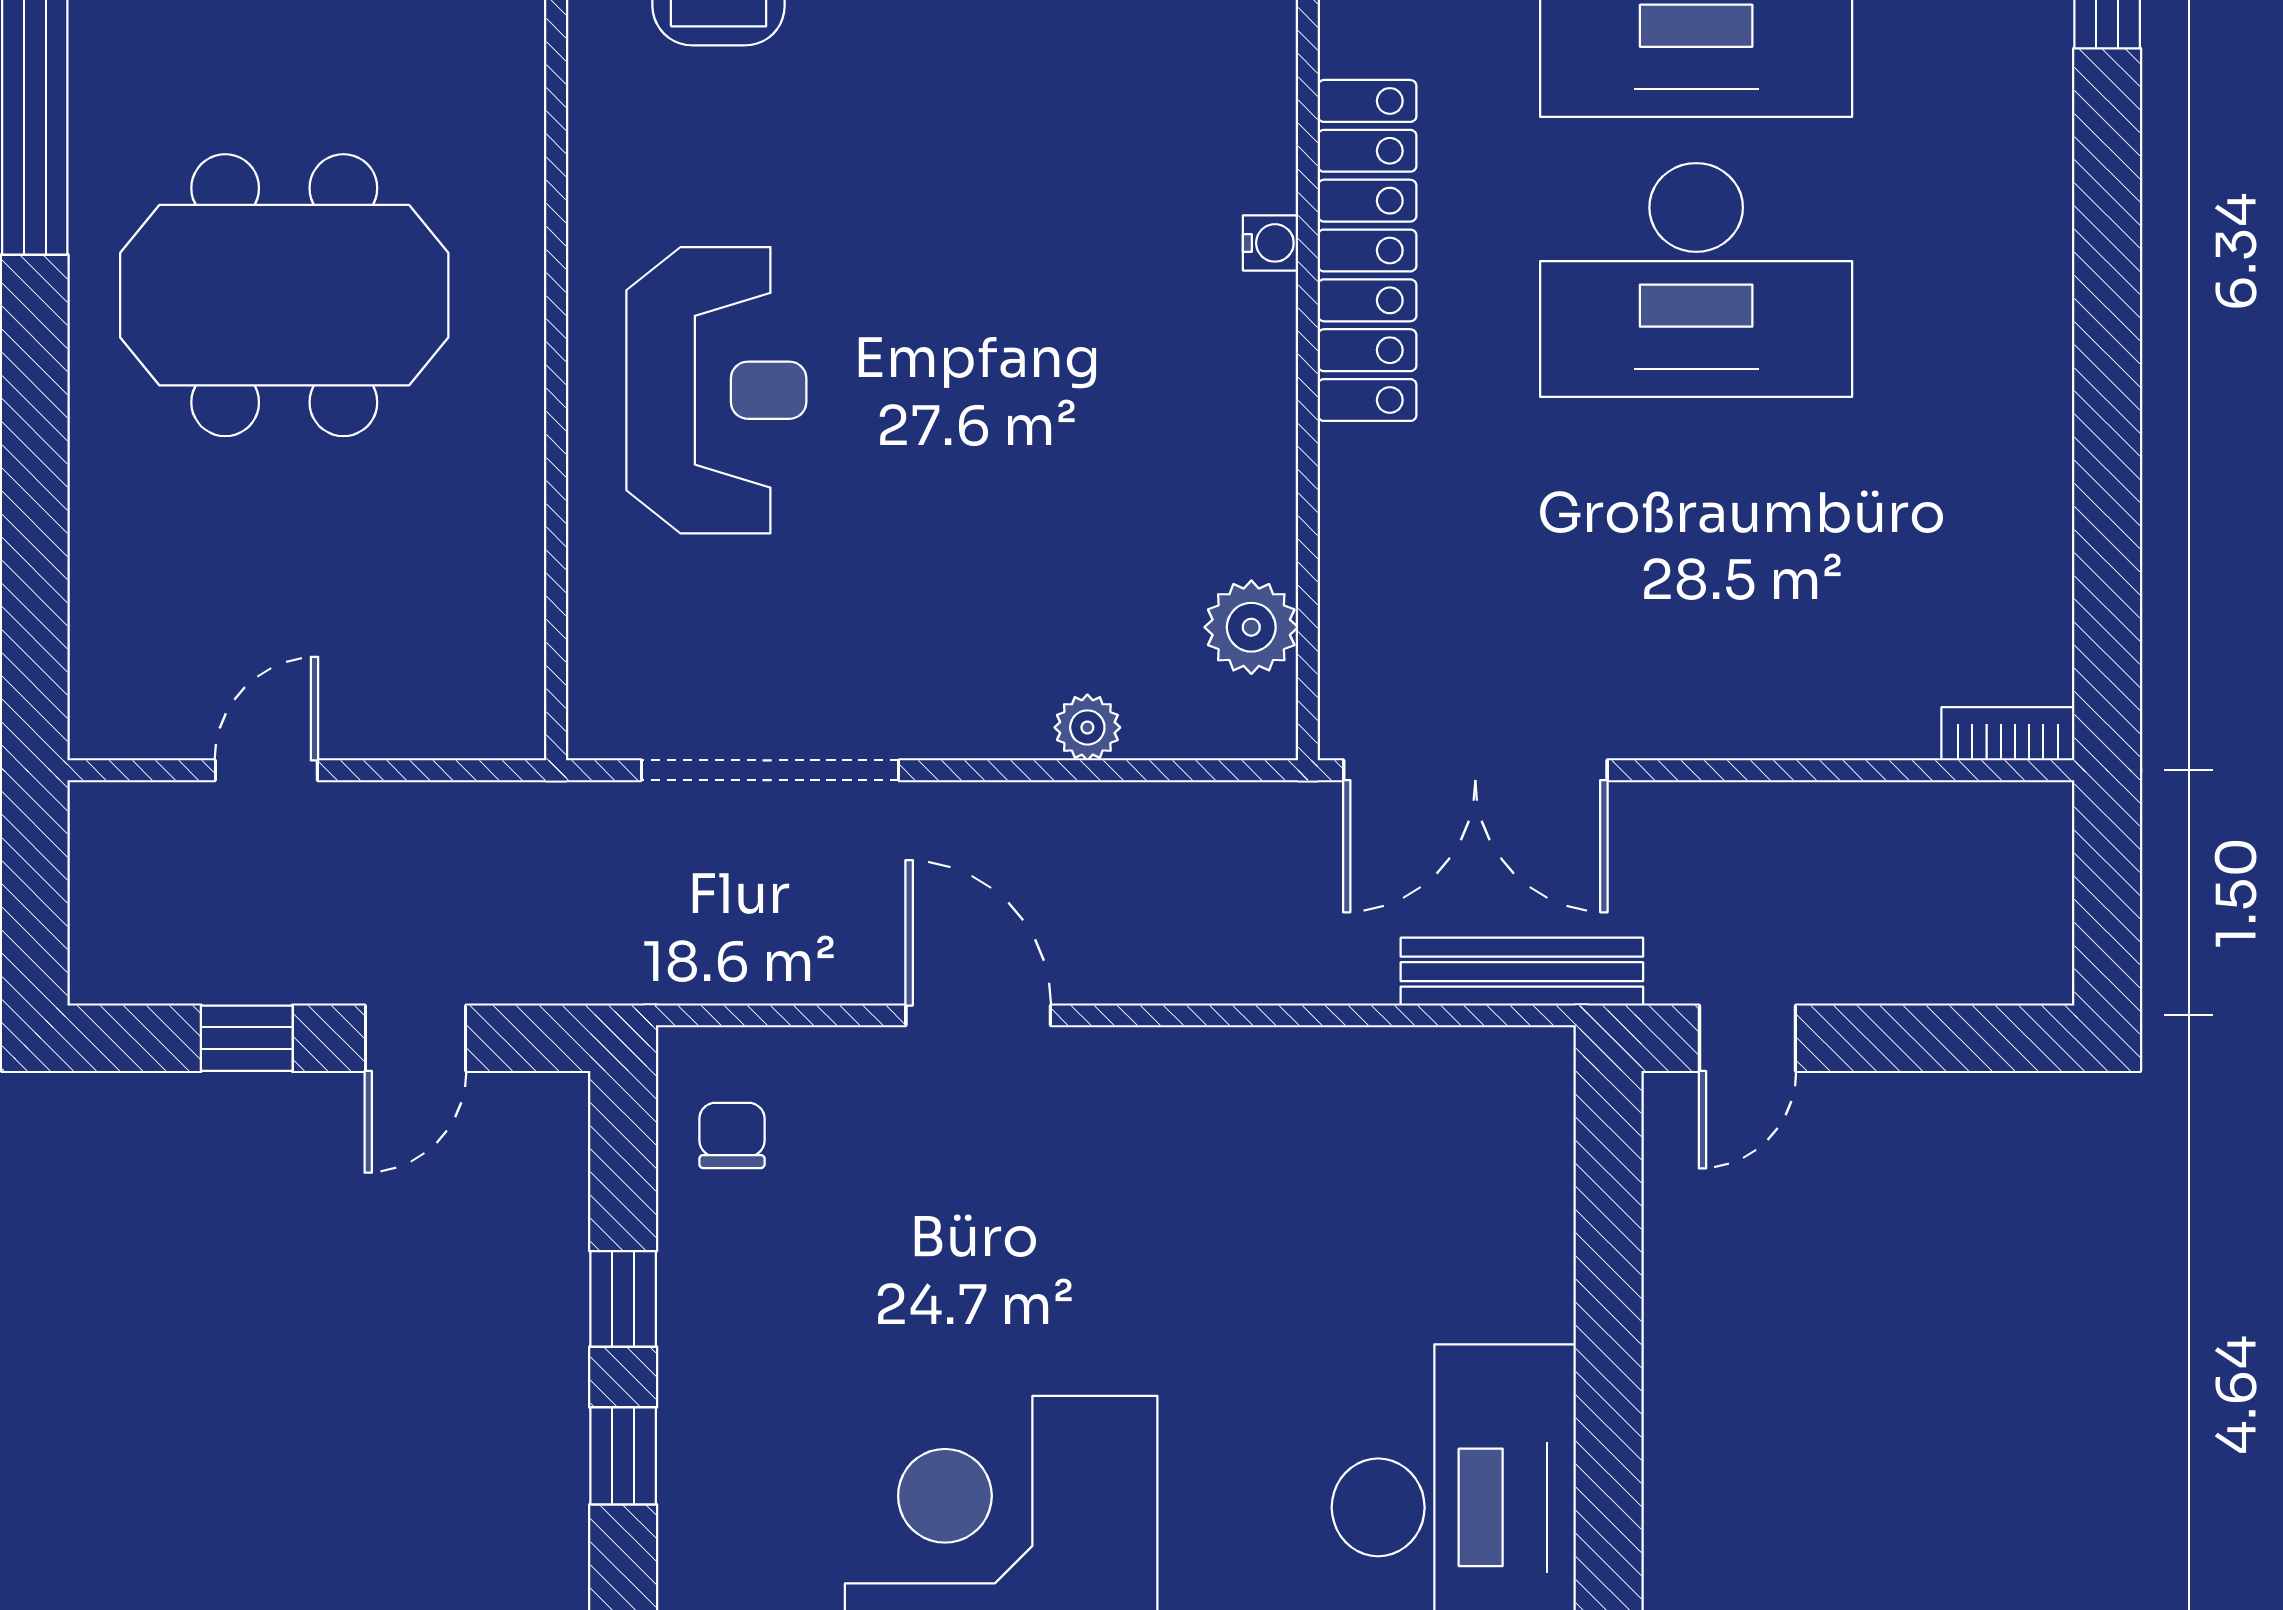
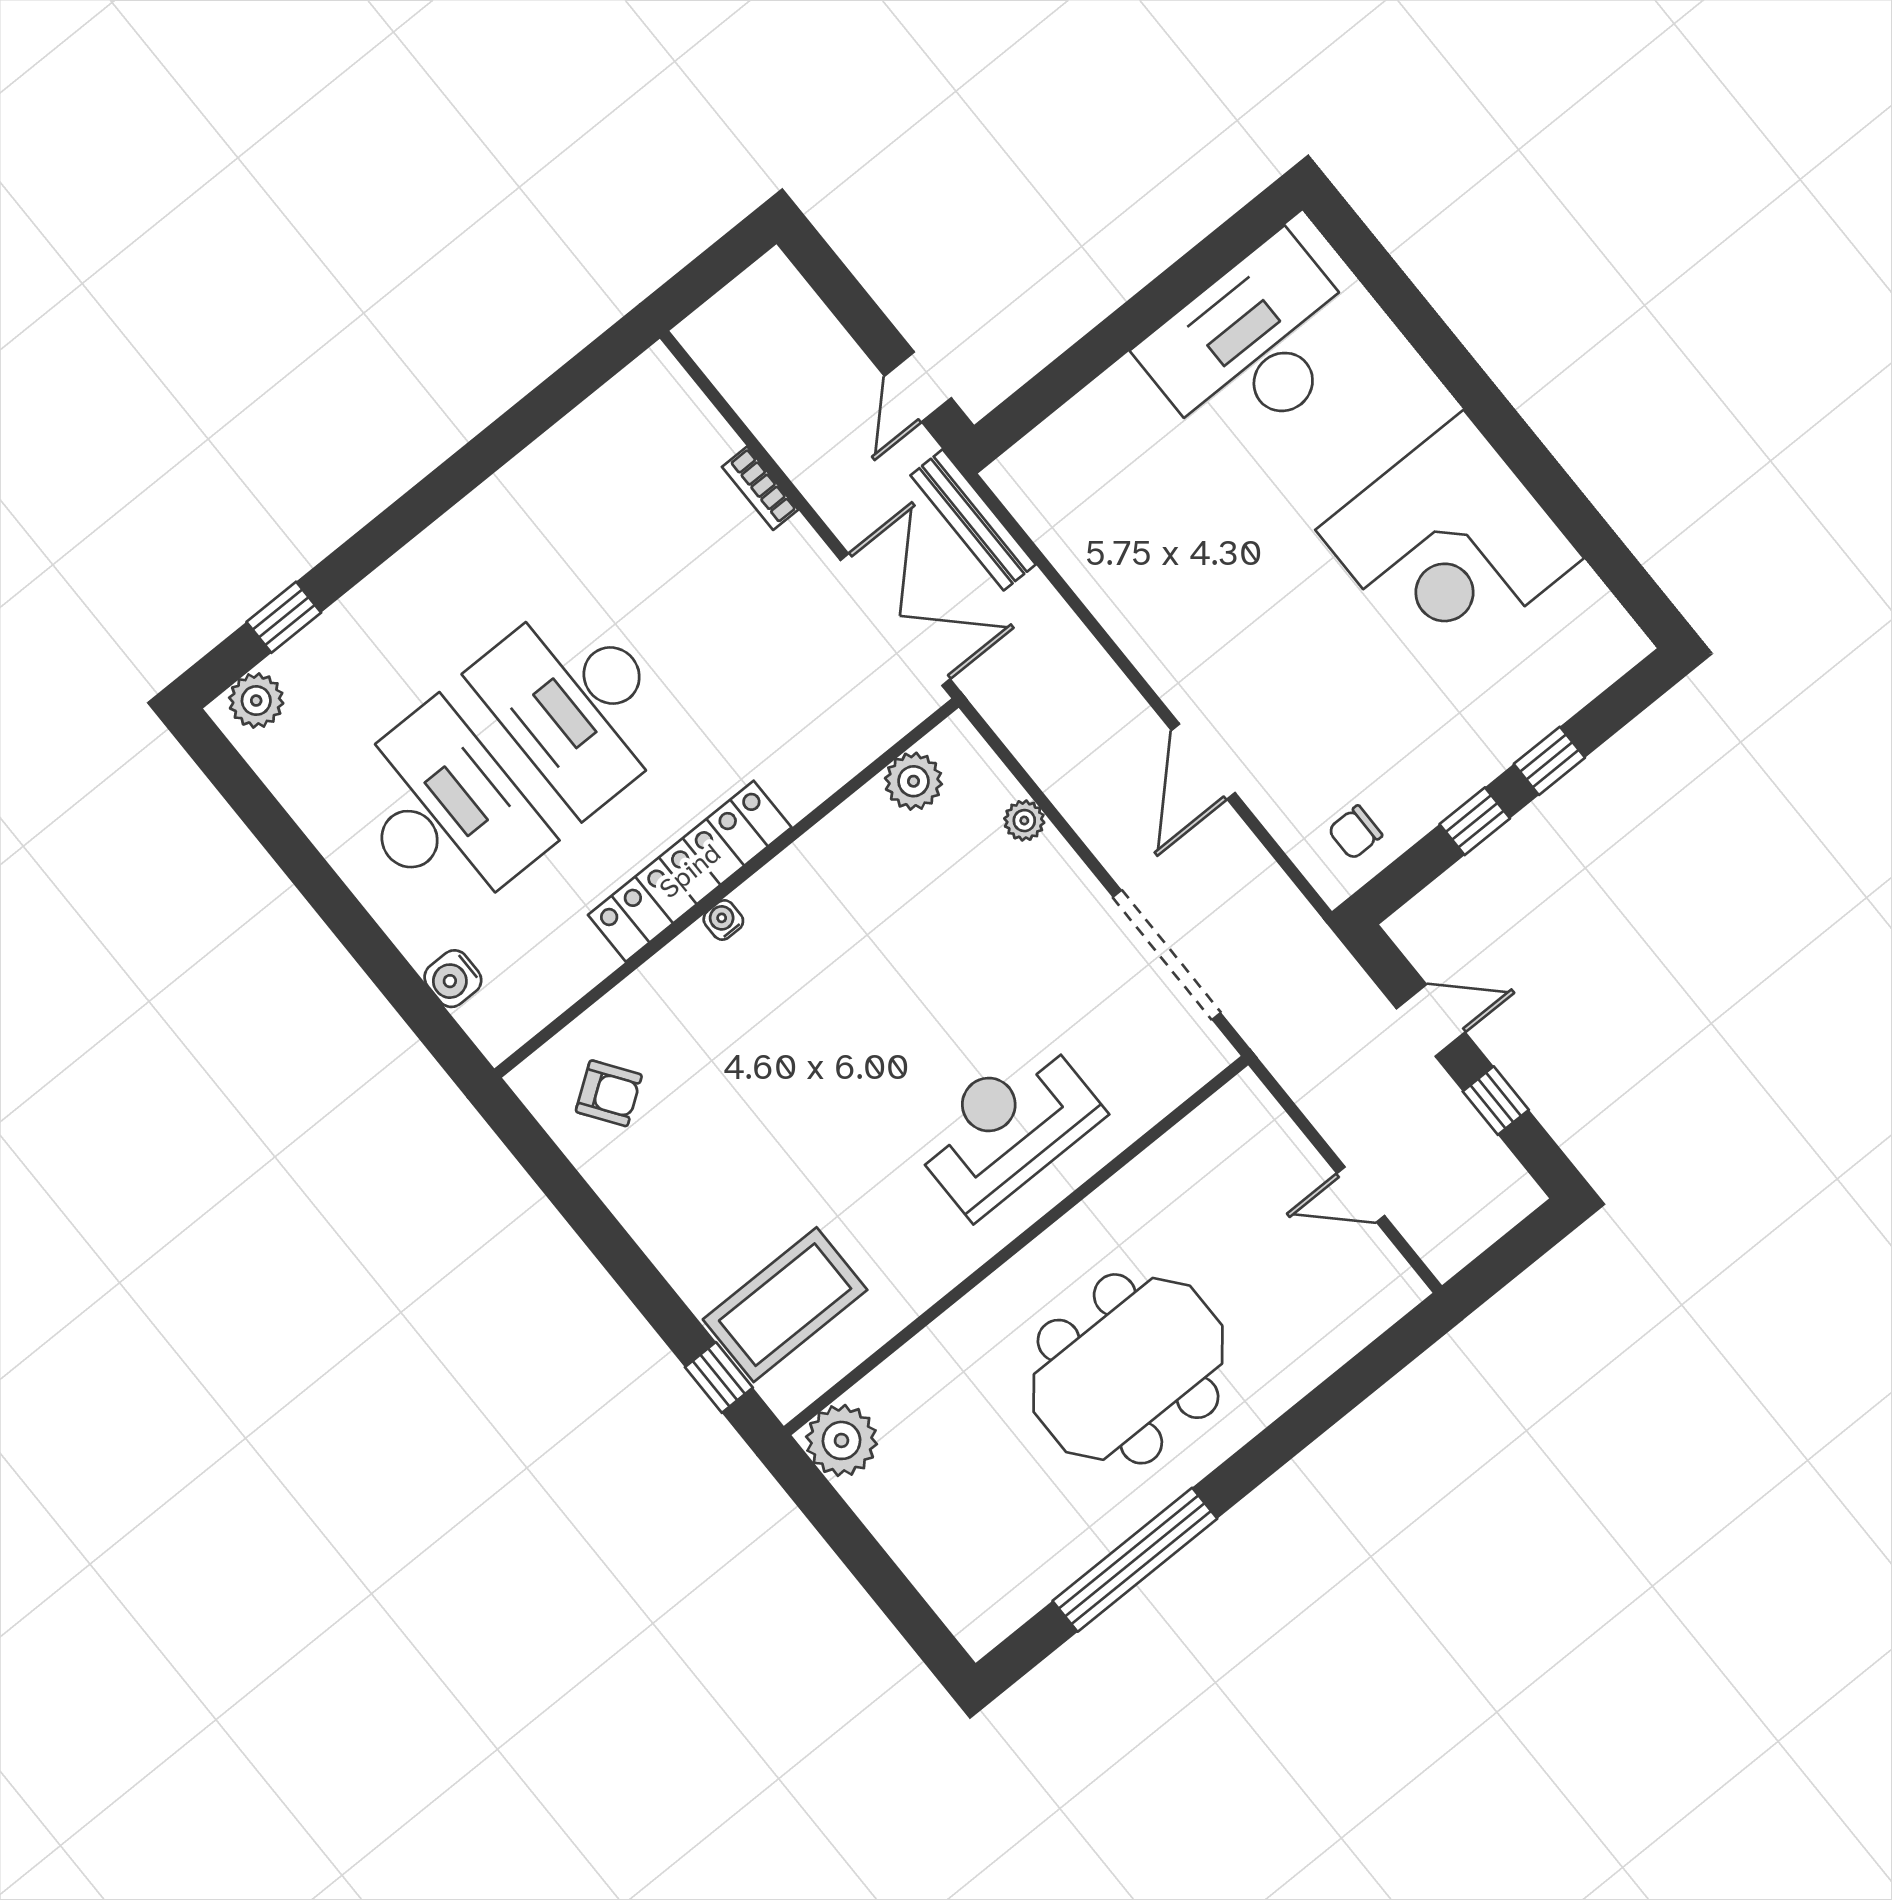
desk: (1696, 280) -> (577, 703), turned 180
meeting table: (284, 295) -> (1128, 1369), turned 90
bookcase: (2008, 734) -> (760, 488), moved
door: (1748, 1038) -> (918, 387), swing flipped

